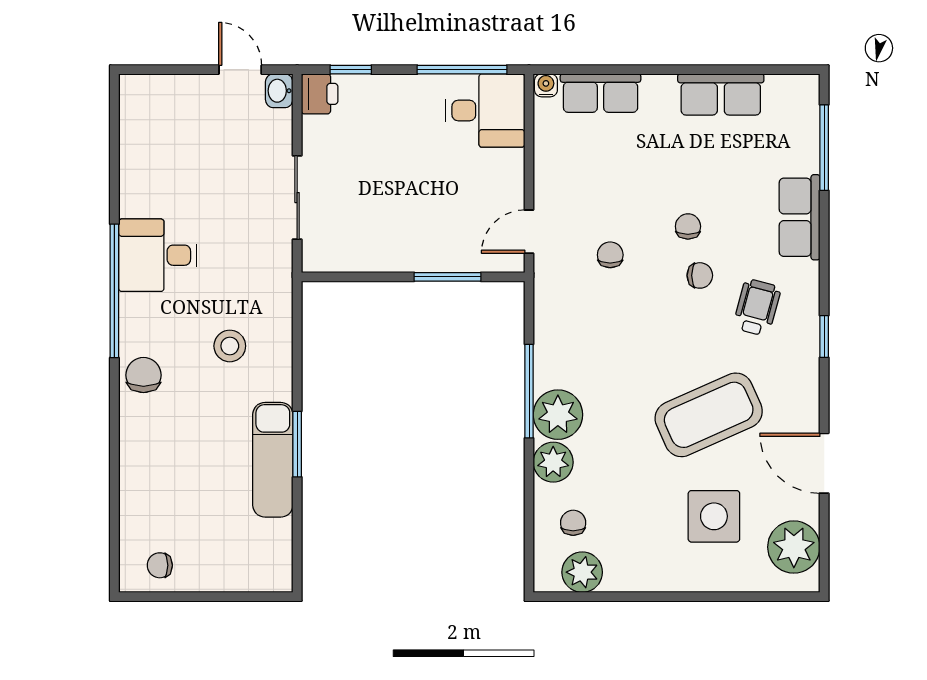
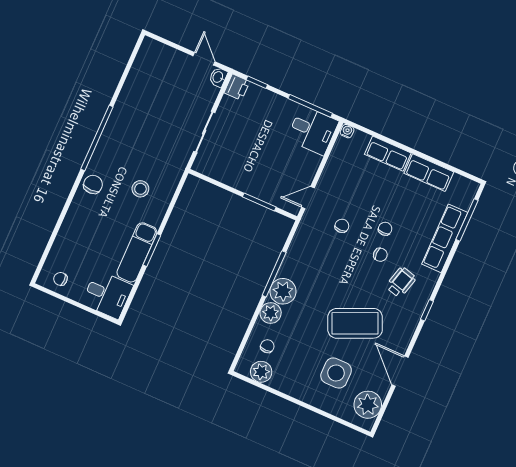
row of seats: (601, 93) -> (388, 154), moved
row of seats: (800, 217) -> (445, 238), width x1.48
desk: (158, 255) -> (107, 294), moved, turned 180

